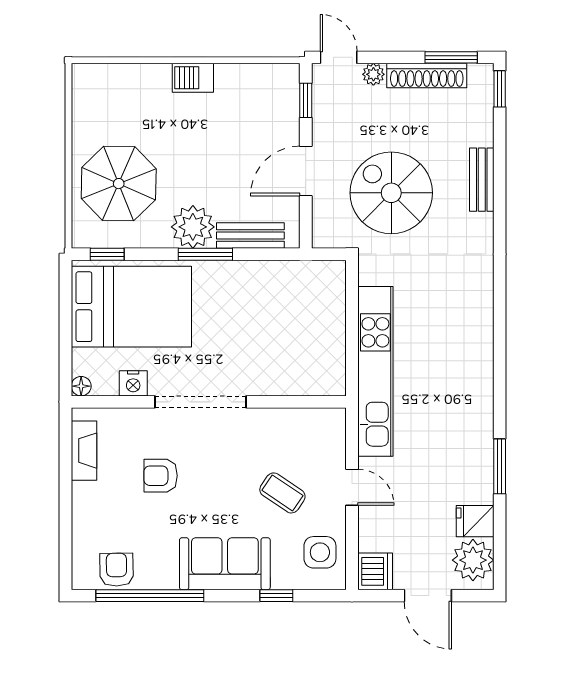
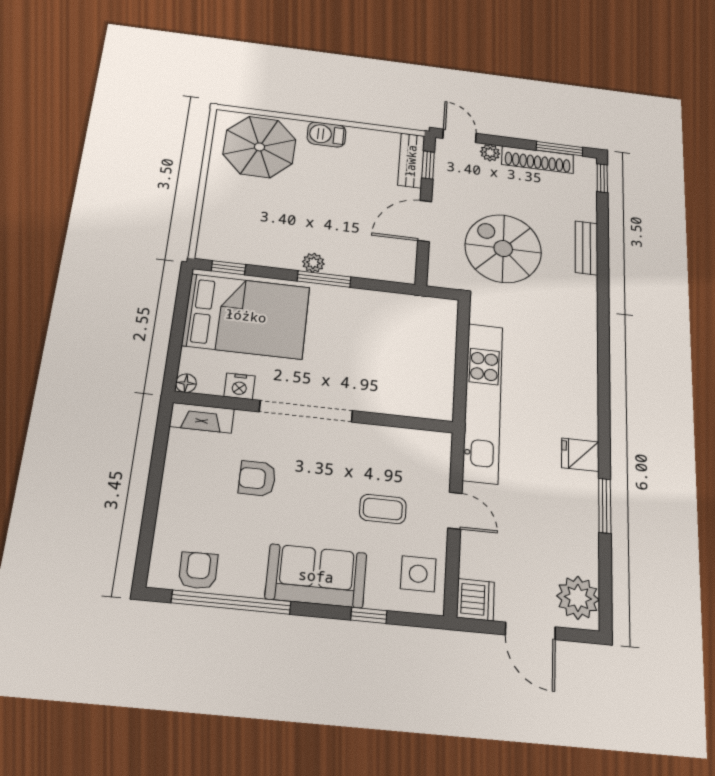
parasol: (119, 184) -> (260, 147), moved
plant: (193, 227) -> (313, 263), width x0.53, depth x0.53
bench: (250, 236) -> (411, 161), moved, turned 90
fireplace: (84, 451) -> (202, 418), moved, turned 90
coffee table: (282, 493) -> (383, 509), turned -34
fridge: (475, 521) -> (580, 455), moved

